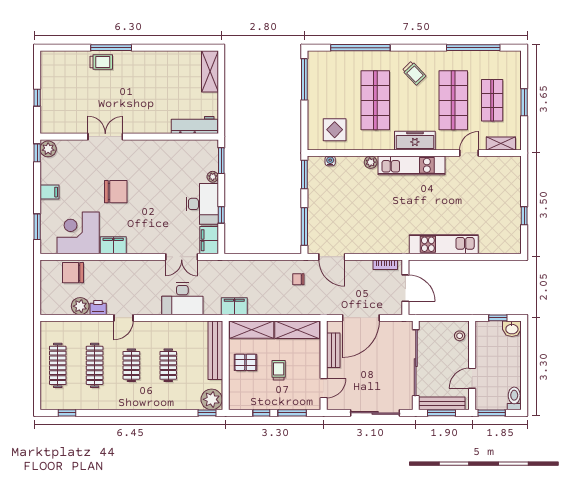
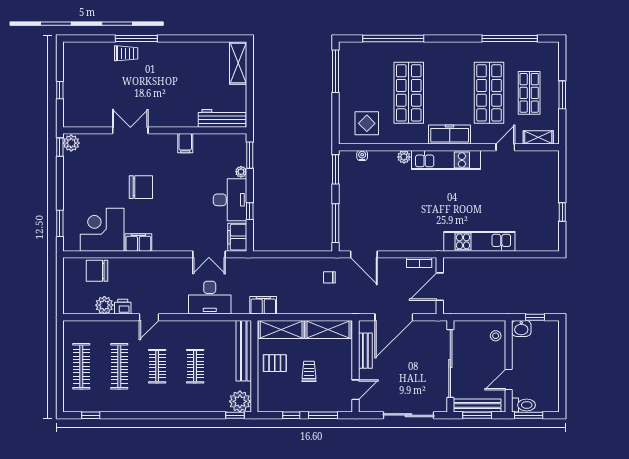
trolley: (414, 73) -> (449, 65), removed
filing cabinet: (49, 192) -> (185, 143), moved, turned 90
door: (405, 288) -> (440, 287), swing flipped
washbasin: (512, 329) -> (521, 328), moved
toilet: (514, 398) -> (523, 405), moved, turned 90

